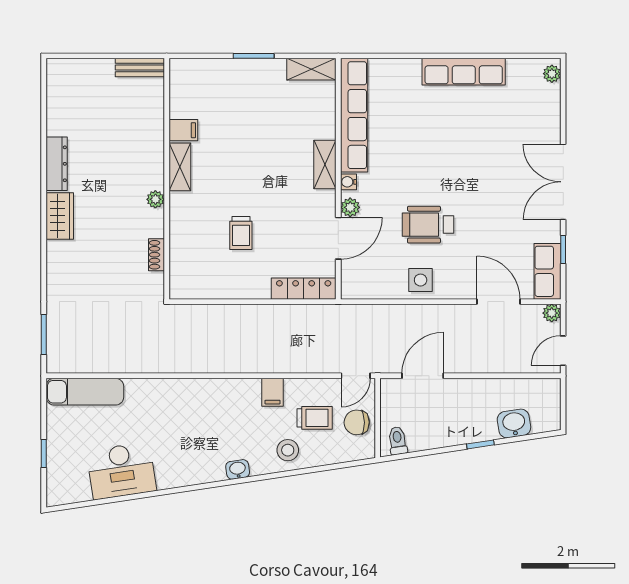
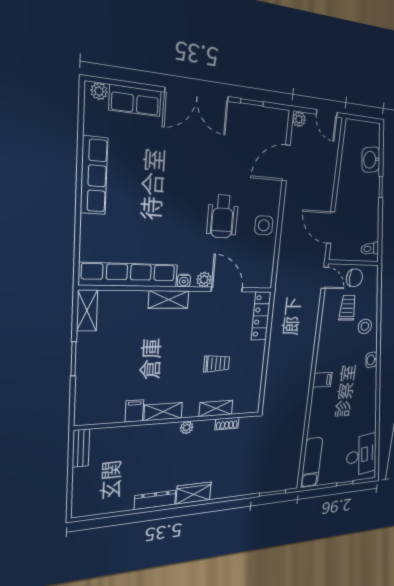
shelving: (179, 237) -> (216, 408), added
row of seats: (547, 271) -> (135, 101), moved
filing cabinet: (273, 392) -> (322, 380), moved
chair: (357, 422) -> (354, 278), turned -89
desk: (121, 471) -> (361, 455), moved

